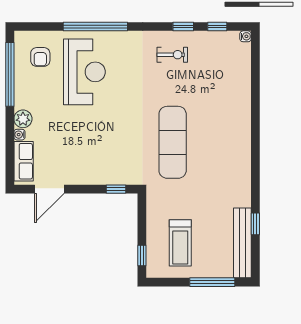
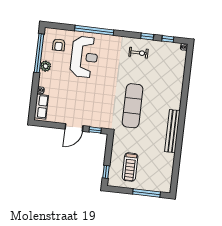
plant: (23, 119) -> (46, 66), moved
door: (49, 189) -> (74, 127), moved
window: (255, 224) -> (177, 161), removed
bench: (242, 243) -> (172, 131), moved

